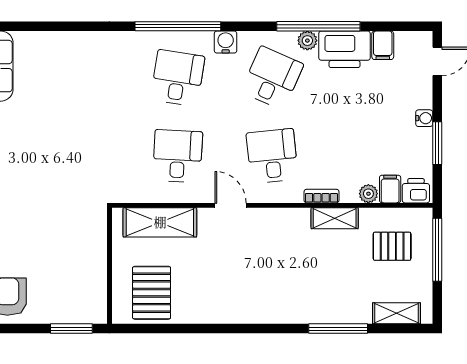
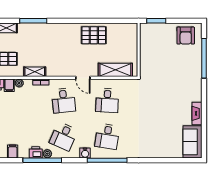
printer: (344, 49) -> (36, 152), width x0.53, depth x0.68
pallet: (152, 293) -> (94, 35), moved, turned 90

